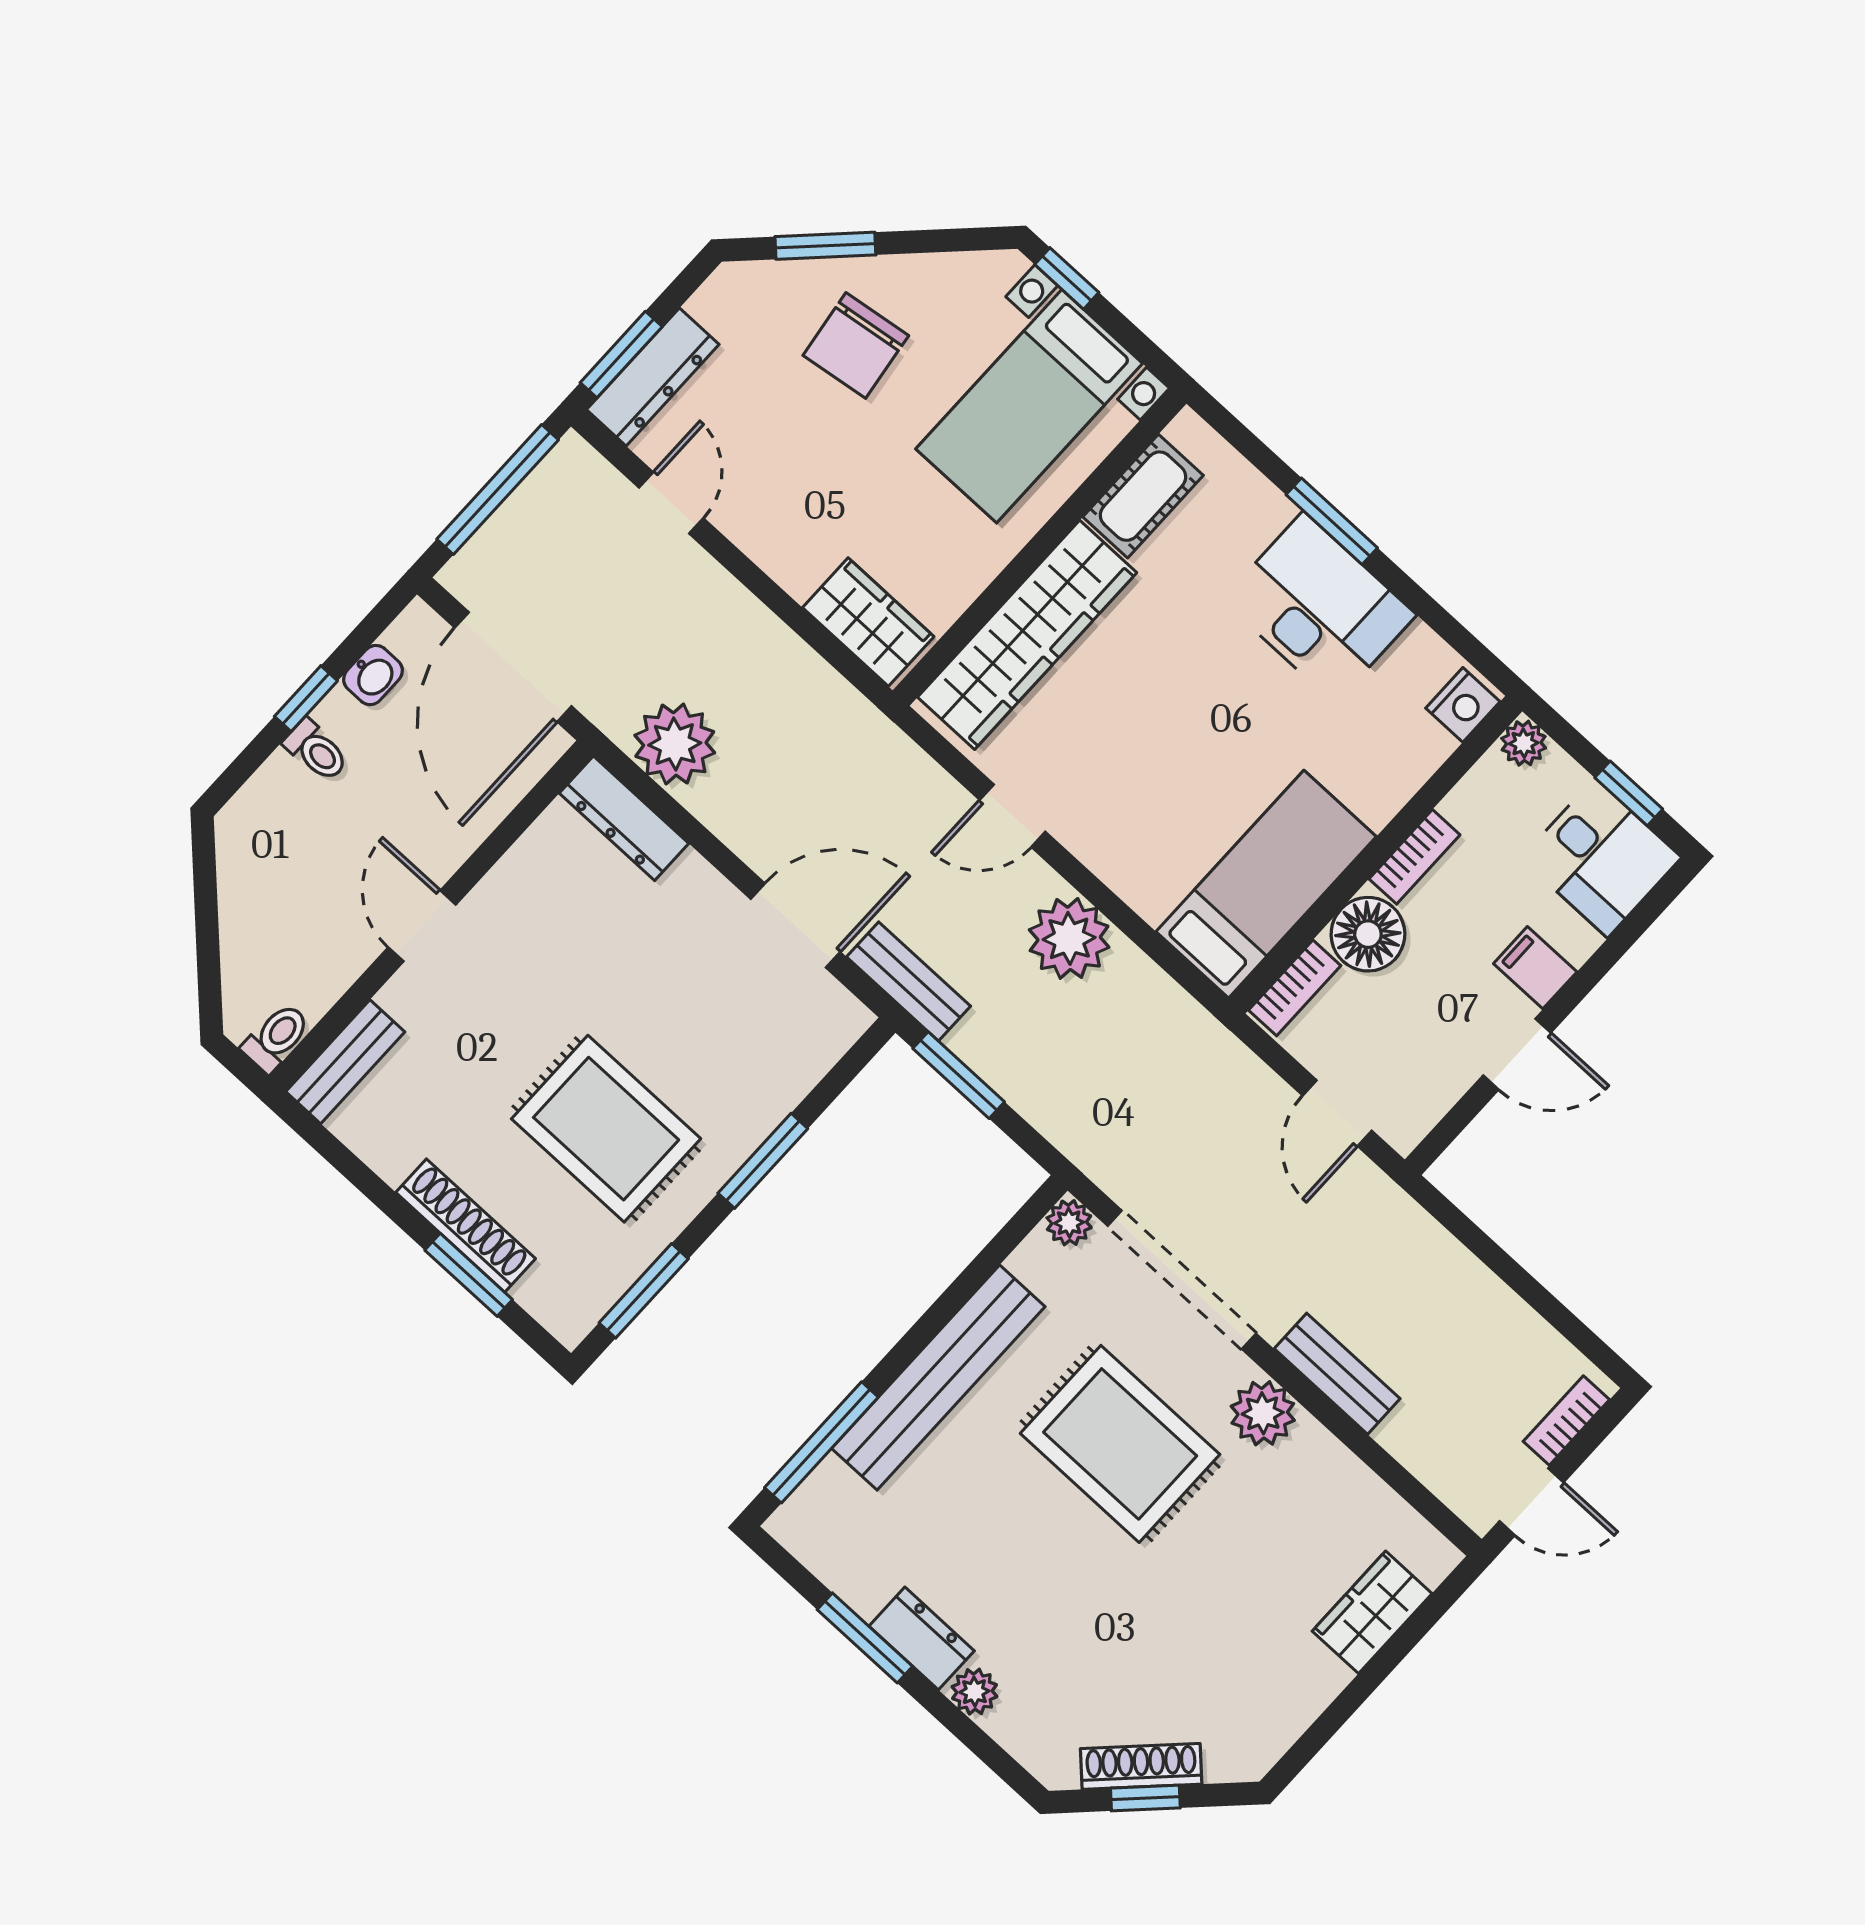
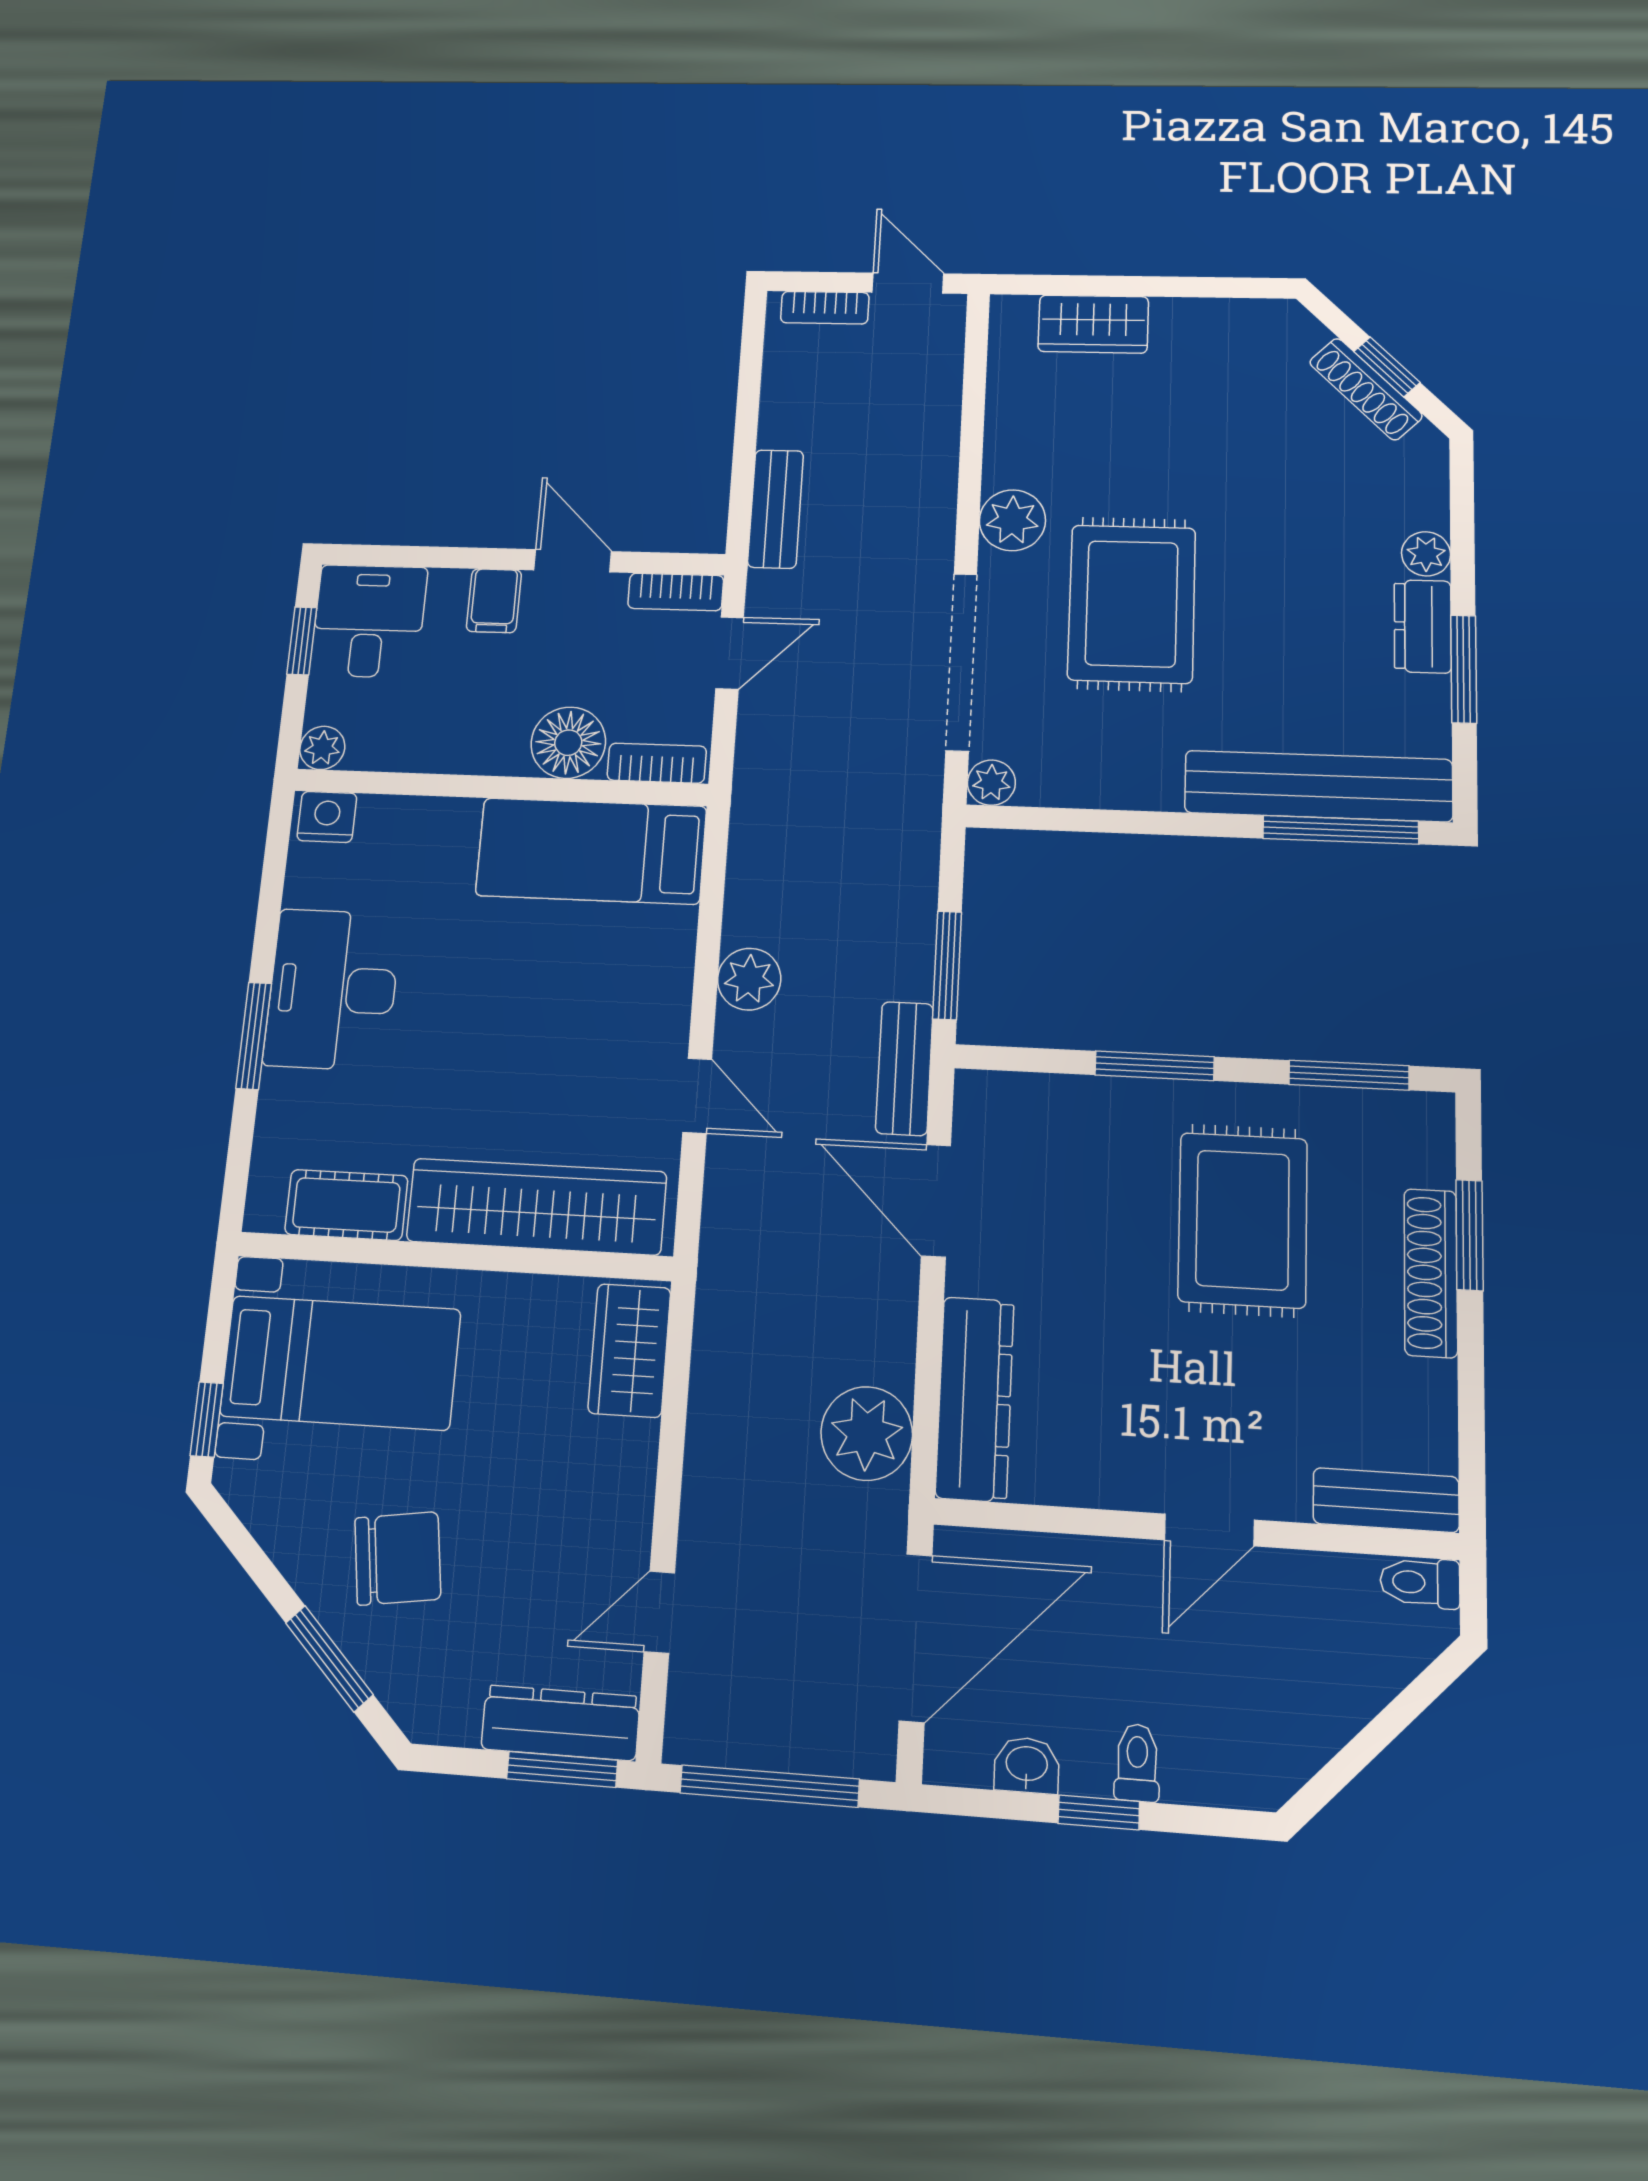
dresser: (624, 818) -> (975, 1399), width x1.37, depth x1.24
bookcase: (1414, 857) -> (676, 592), moved, turned 180
plant: (1069, 938) -> (749, 979), width x0.73, depth x0.73
bench: (1337, 1374) -> (776, 509), moved
bench: (938, 1378) -> (1318, 786), moved

